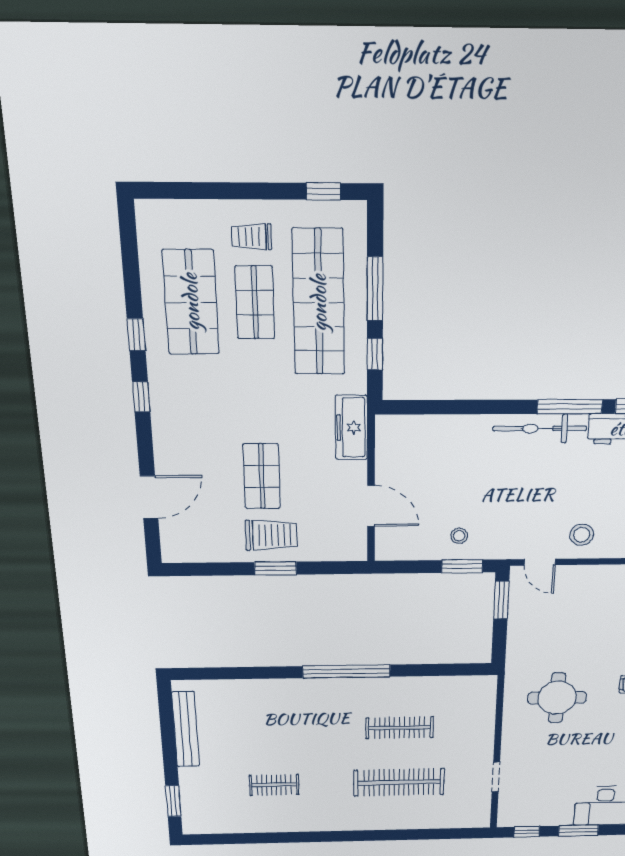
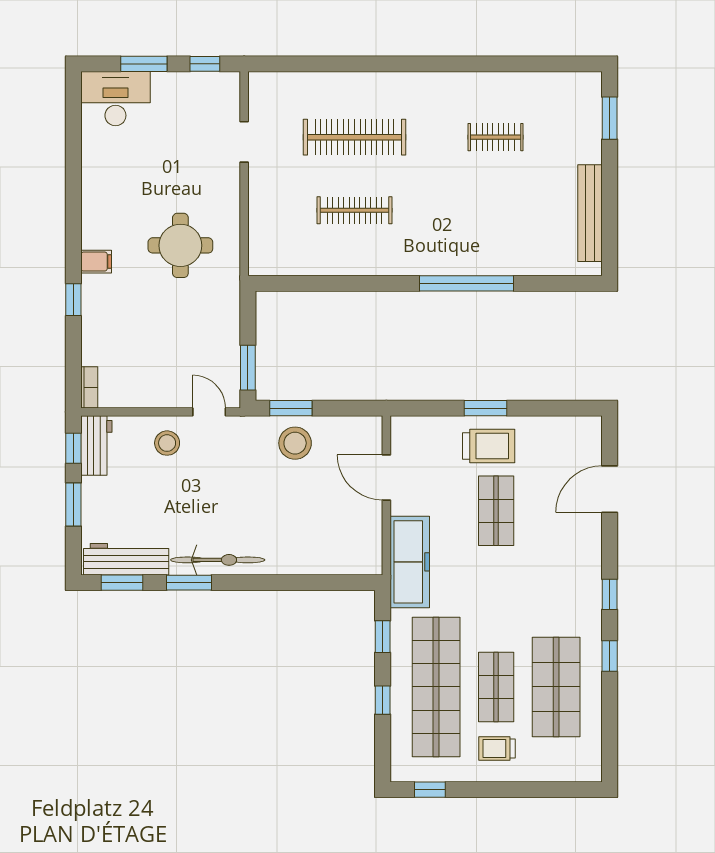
trolley: (251, 237) -> (497, 748), turned 180
window: (375, 289) -> (383, 700), width x0.46
window: (570, 407) -> (189, 583), width x0.69
freezer: (351, 428) -> (410, 562), width x1.36, depth x1.26
trolley: (271, 535) -> (489, 446), turned 180
stool: (459, 536) -> (295, 443), width x1.89, depth x1.89
window: (346, 671) -> (466, 283), moved

